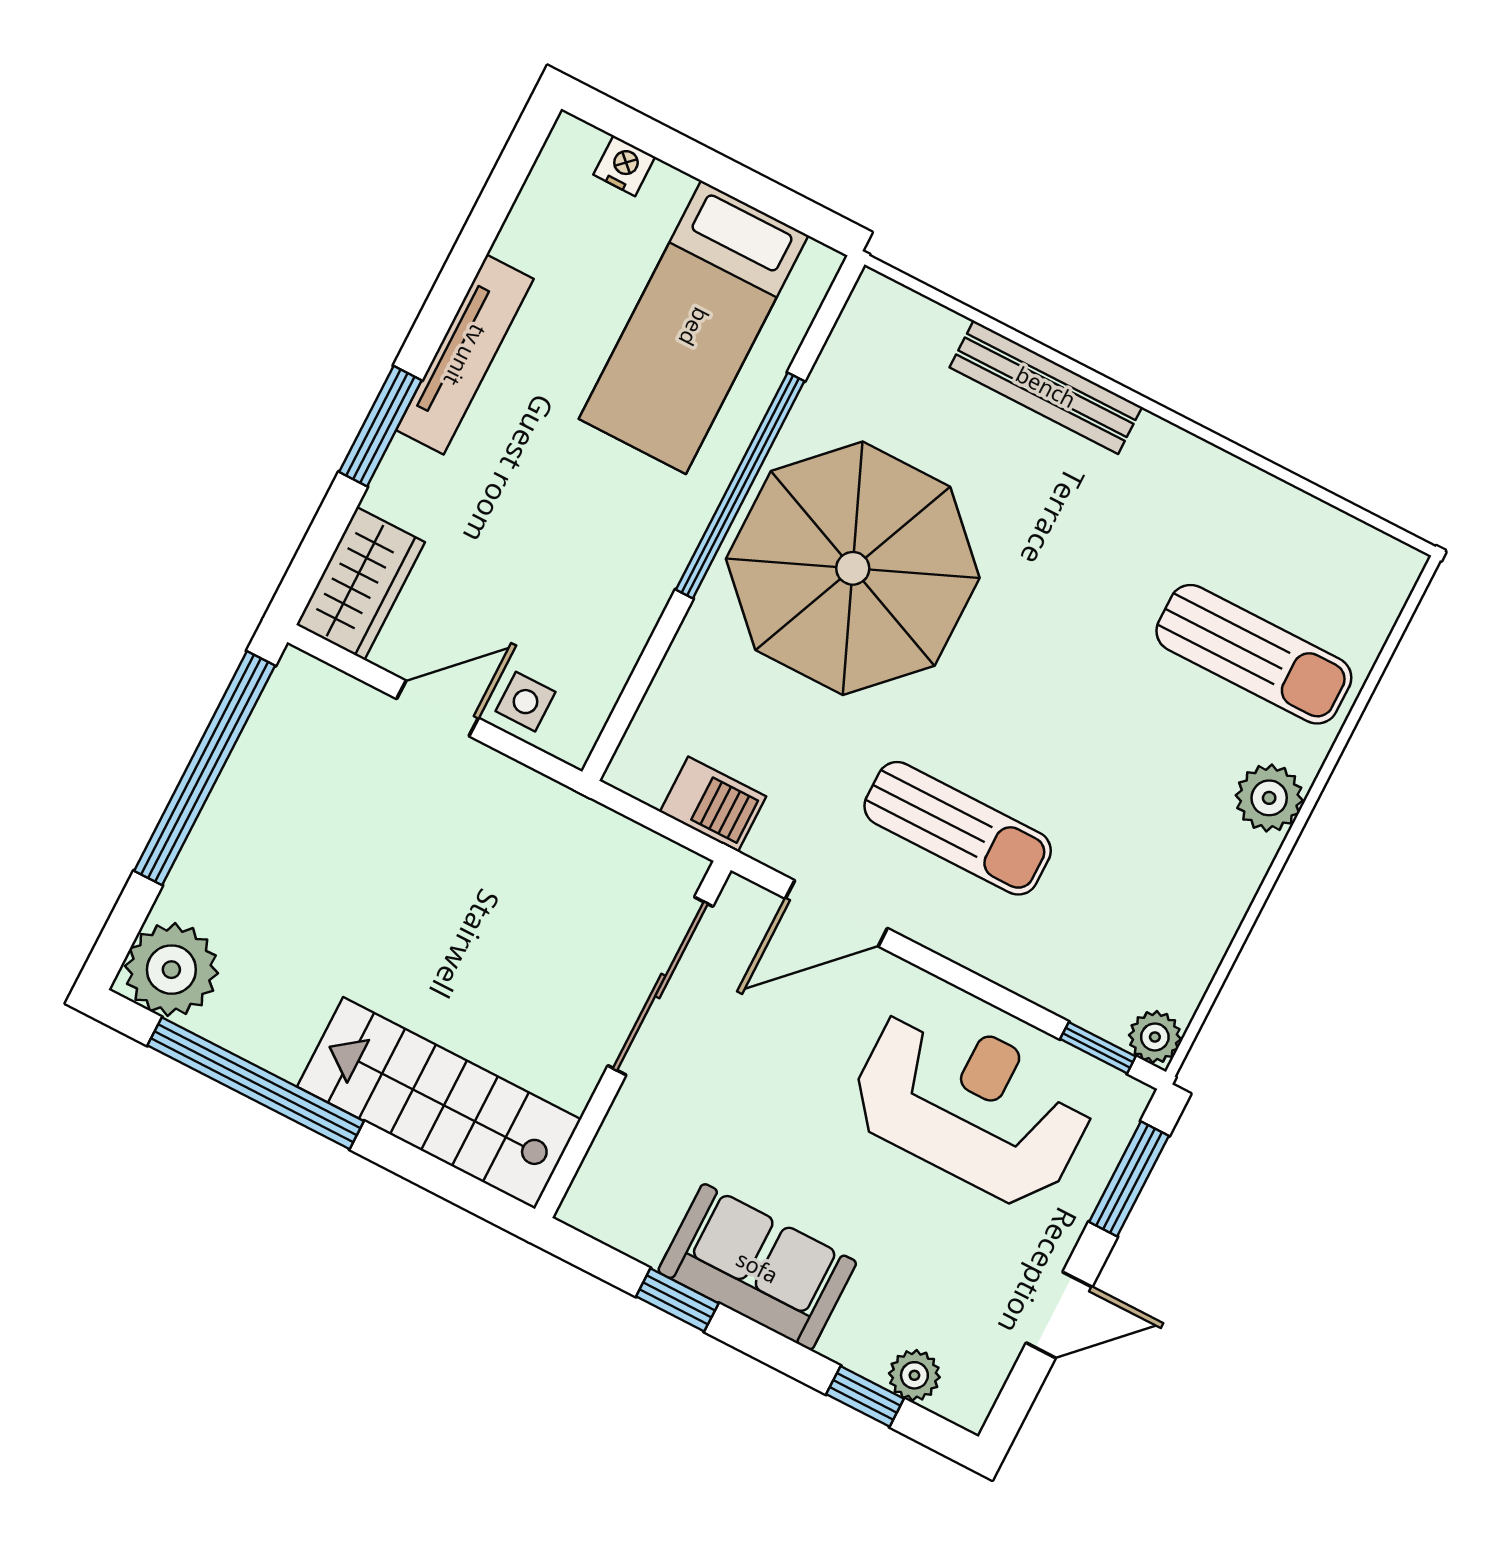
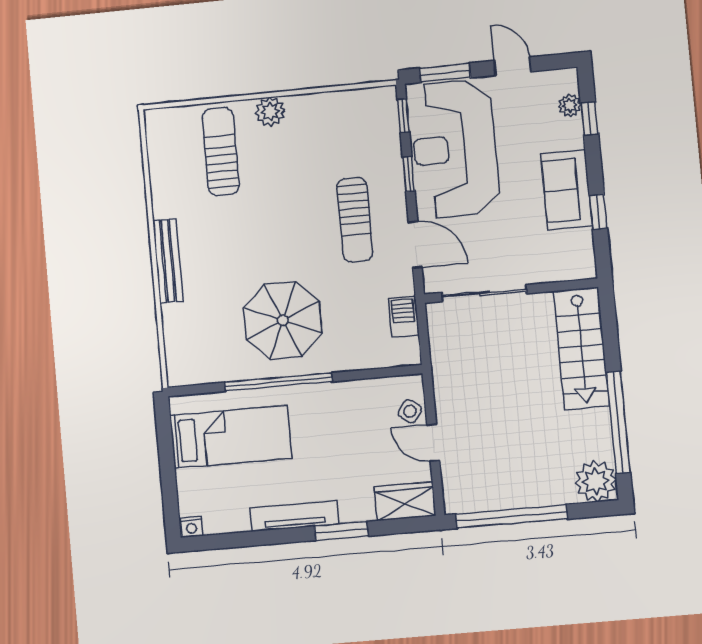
nightstand: (624, 166) -> (191, 527), moved, turned -90
bench: (1046, 387) -> (168, 261), moved
parasol: (853, 568) -> (283, 320), width x0.73, depth x0.73
side table: (526, 702) -> (410, 411), turned 37
sun lounger: (958, 828) -> (355, 220), turned 180
window: (979, 987) -> (409, 174), added
plant: (1155, 1037) -> (386, 97), removed
reception desk: (971, 1105) -> (455, 149), width x1.36, depth x1.30

